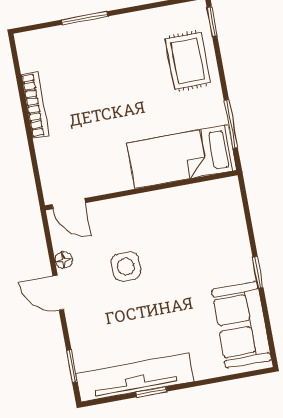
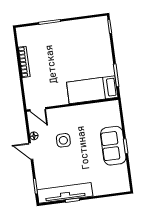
rug: (188, 61) -> (97, 45), removed
sofa: (241, 325) -> (113, 146), moved

